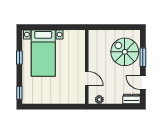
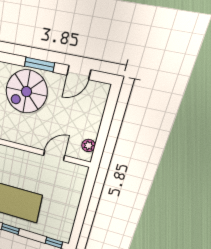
dresser: (132, 99) -> (100, 97), removed

